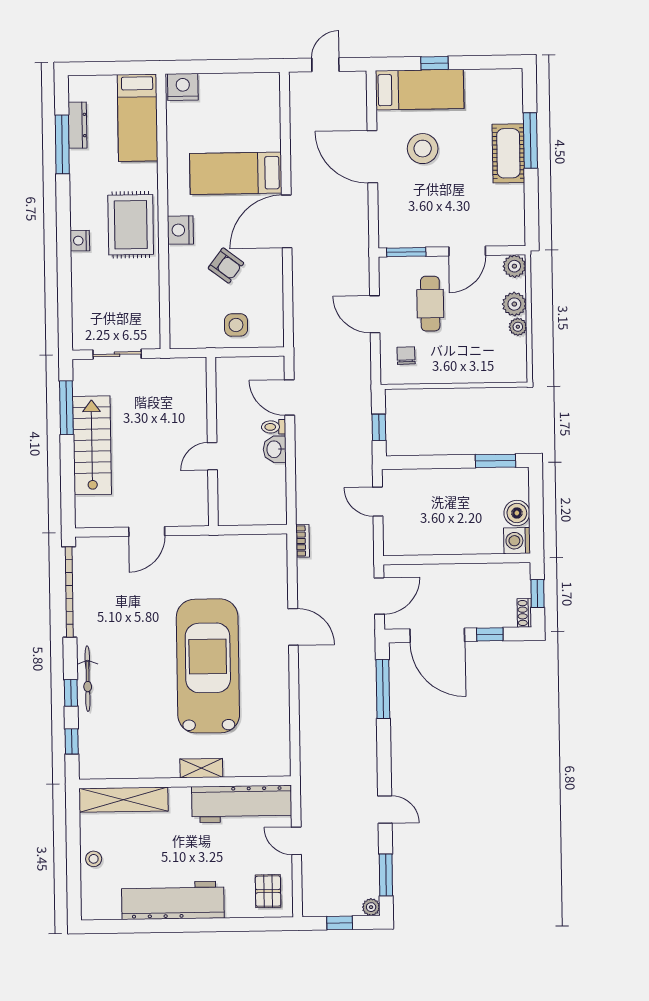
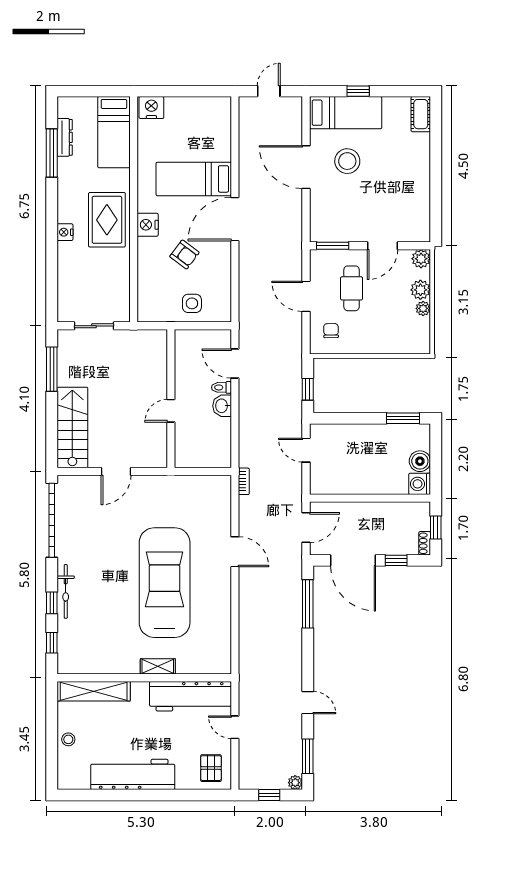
window: (530, 140) -> (436, 156), removed
cot: (508, 153) -> (421, 114), moved, width x0.73, depth x0.75
stairs: (92, 445) -> (72, 427), moved

